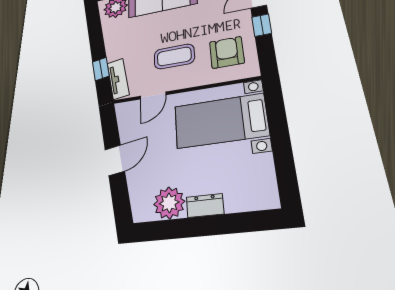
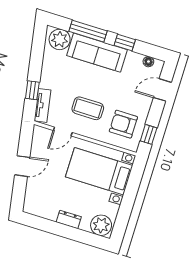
window: (262, 25) -> (149, 134), moved
armchair: (227, 52) -> (123, 124), turned -90
plant: (169, 203) -> (101, 225), moved

